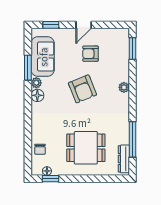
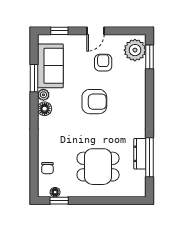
armchair: (90, 54) -> (103, 63), turned 90
plant: (124, 87) -> (135, 50), moved, width x1.88, depth x1.88
armchair: (82, 89) -> (94, 102), turned -68
dresser: (124, 159) -> (140, 154), moved

